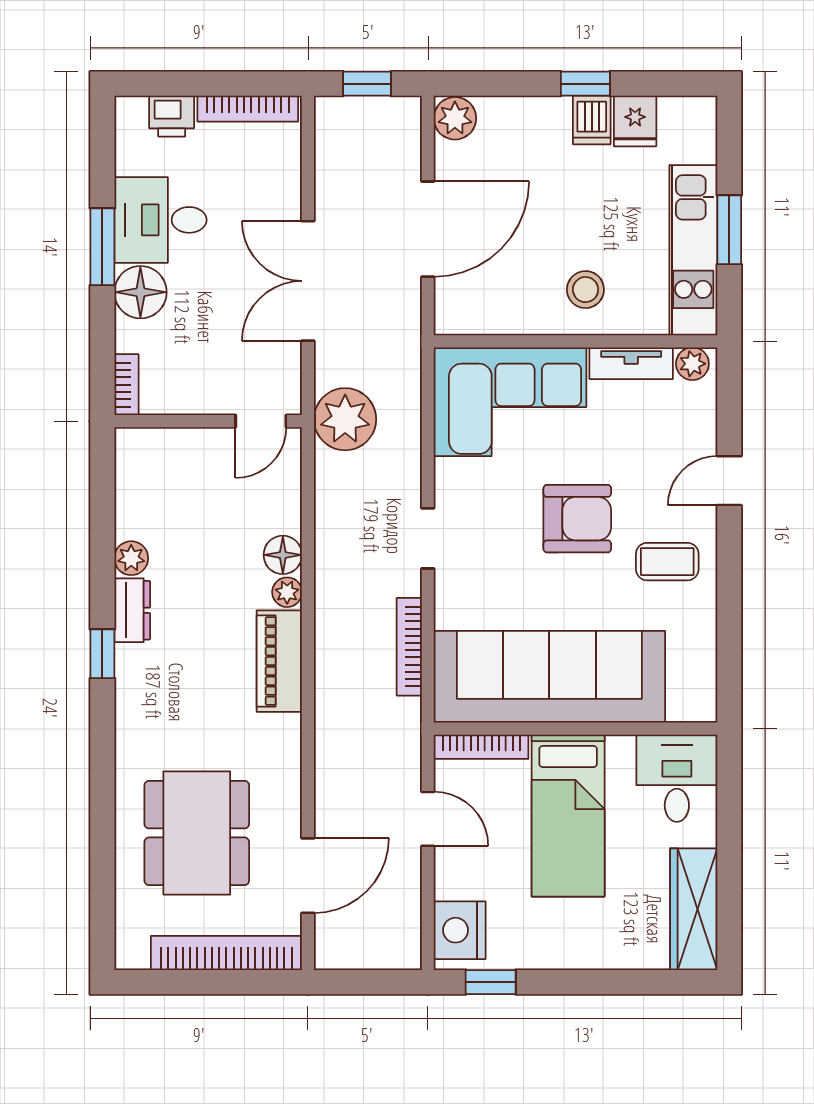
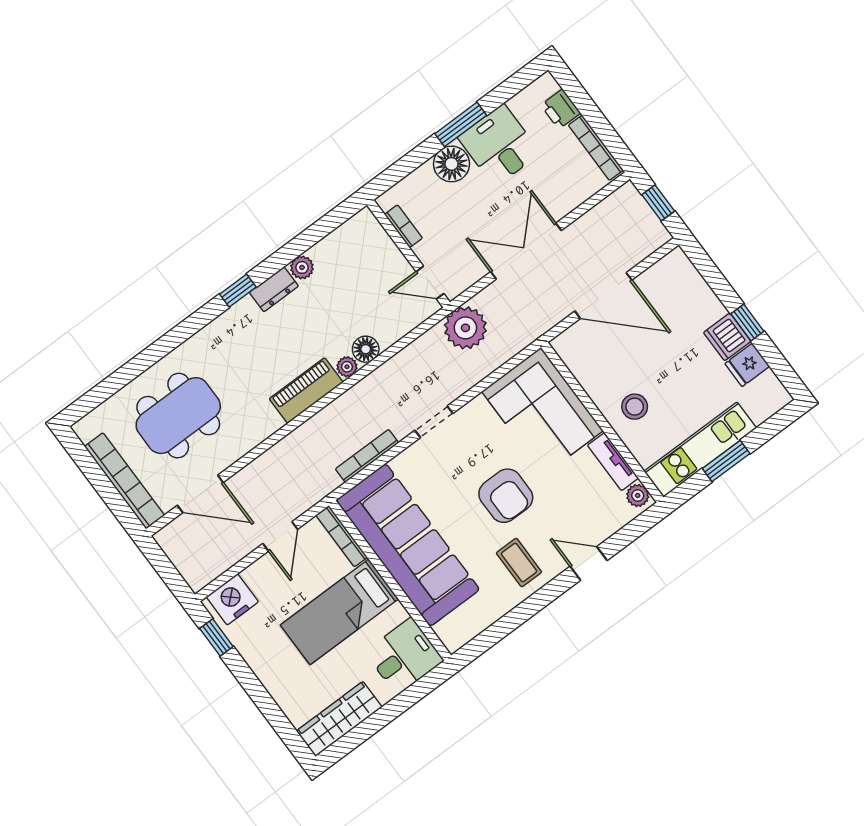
plant: (455, 118) -> (675, 265), removed
dishwasher: (592, 120) -> (727, 337), width x1.38
bookcase: (126, 385) -> (403, 226), moved, turned -90

